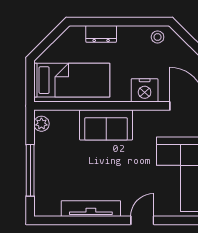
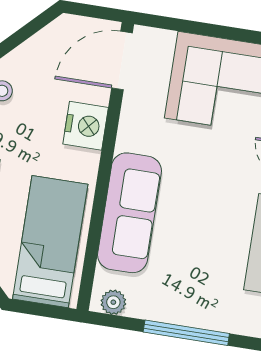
sofa: (106, 125) -> (130, 213), width x1.36

